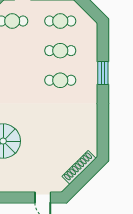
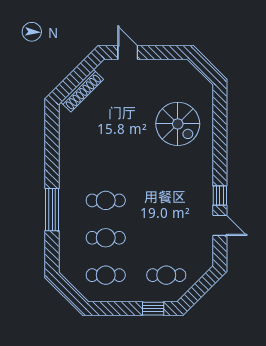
window: (103, 73) -> (52, 210), width x1.44

